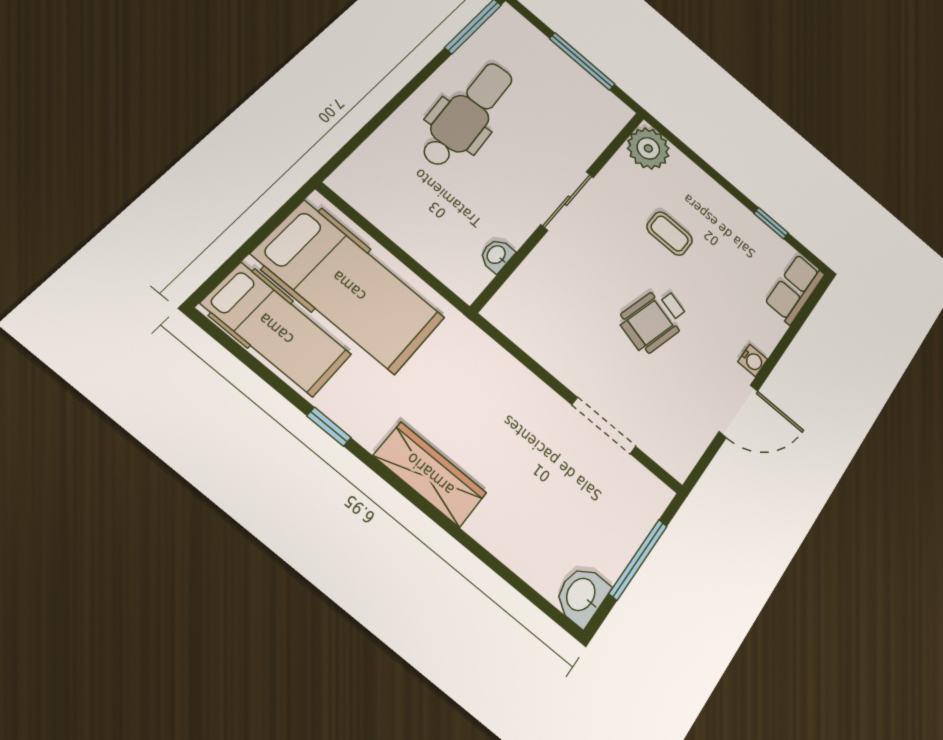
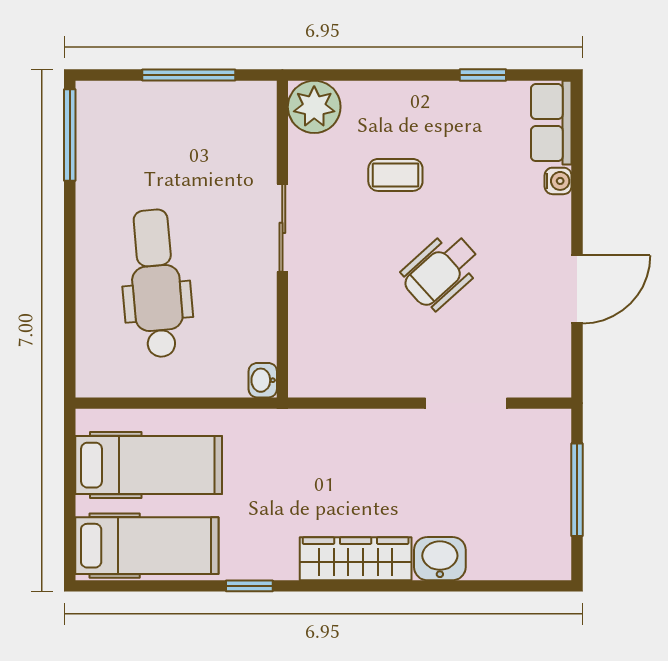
dental chair: (467, 114) -> (156, 283), moved
washbasin: (497, 255) -> (263, 380), moved
hospital bed: (349, 286) -> (149, 465), width x0.73, depth x0.78
wheelchair: (654, 320) -> (441, 271), turned 33
water cooler: (753, 360) -> (558, 181), moved
washbasin: (582, 595) -> (440, 559), moved, turned 90

